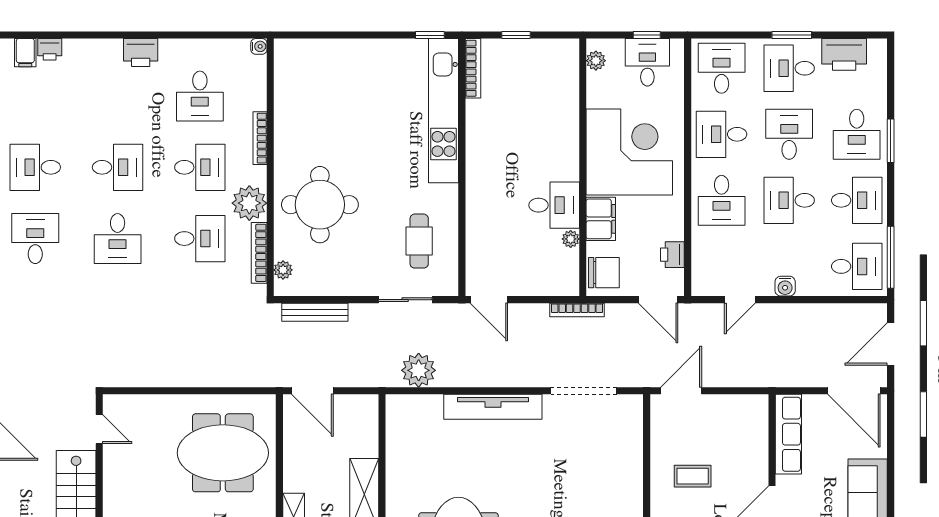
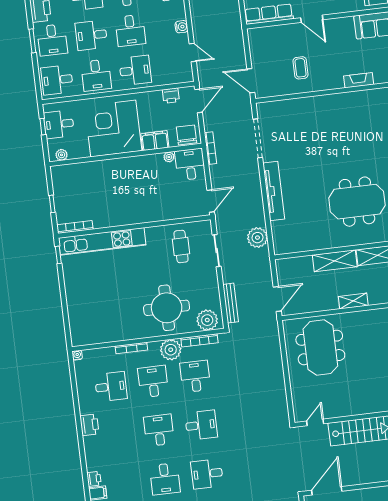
desk: (554, 205) -> (190, 164), moved
cafe table: (419, 241) -> (181, 246), turned 90
plant: (283, 270) -> (207, 320), width x1.87, depth x1.87

